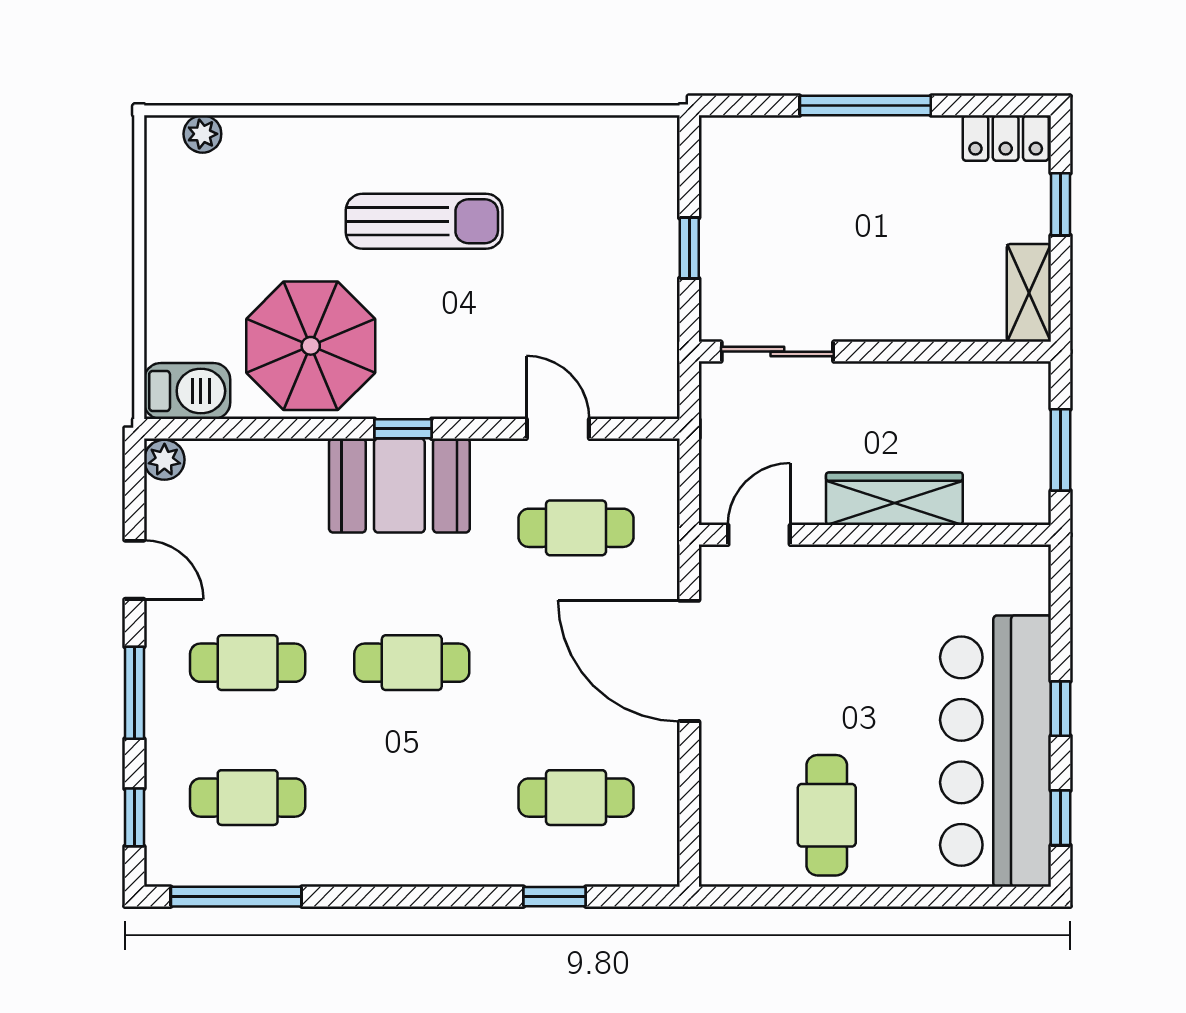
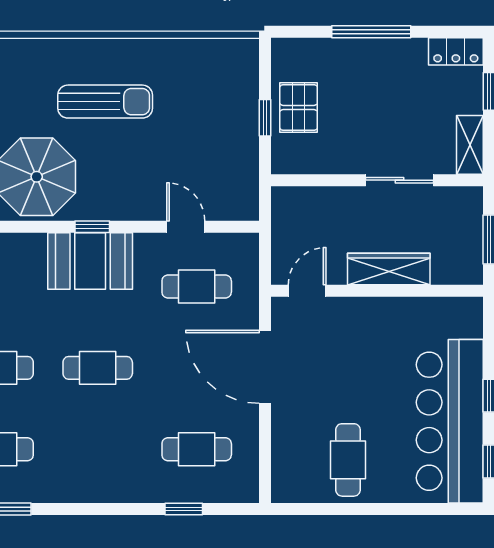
pallet: (745, 231) -> (299, 108), added
sliding door: (777, 352) -> (399, 180), moved

